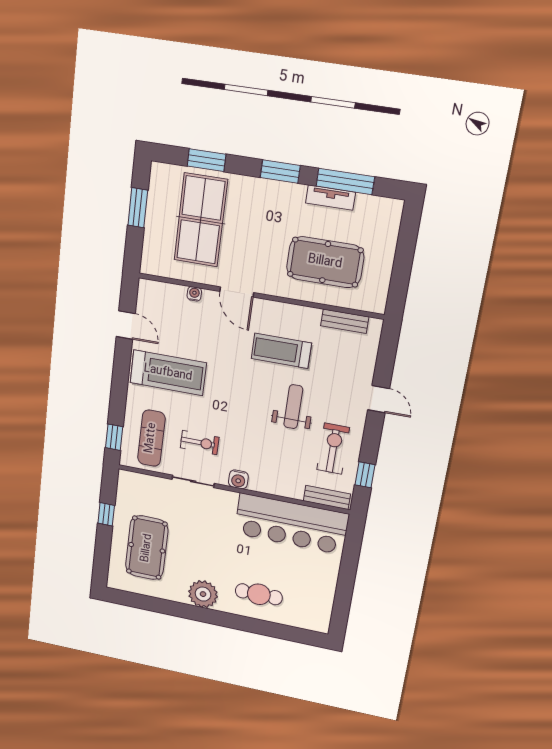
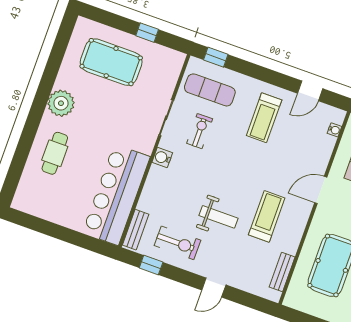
water cooler: (194, 294) -> (334, 130), moved
treadmill: (168, 373) -> (264, 118), width x0.73, depth x0.73
exercise bike: (200, 443) -> (200, 131), turned 180

